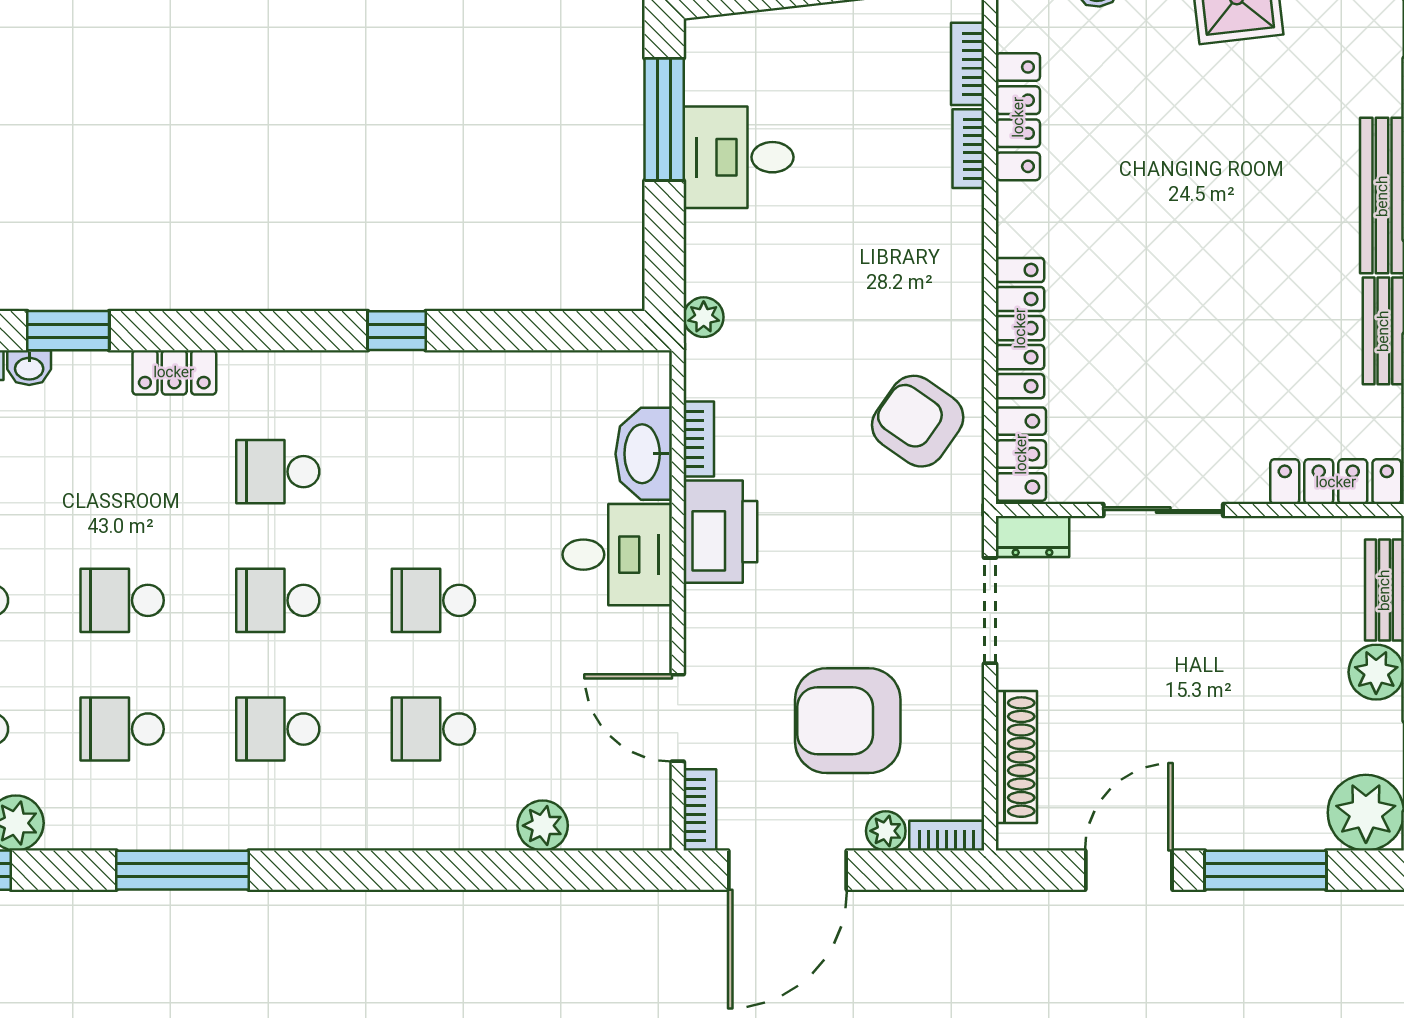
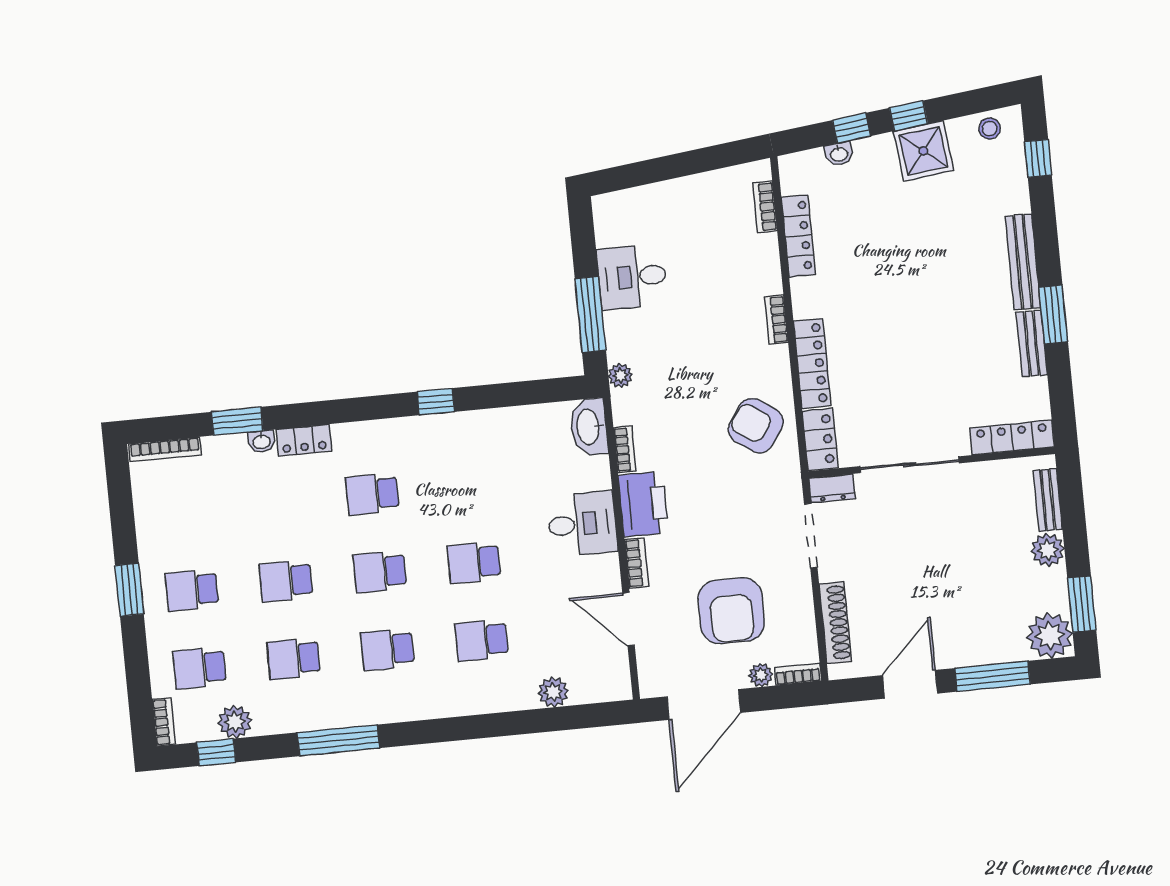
window: (664, 119) -> (590, 314), moved
bookcase: (968, 149) -> (776, 320), moved
washbasin: (29, 368) -> (262, 441), moved
washbasin: (644, 454) -> (589, 427), moved
sliding door: (1163, 510) -> (909, 465), width x1.37
armchair: (848, 721) -> (731, 611), turned -90
bookcase: (700, 810) -> (637, 563), moved

